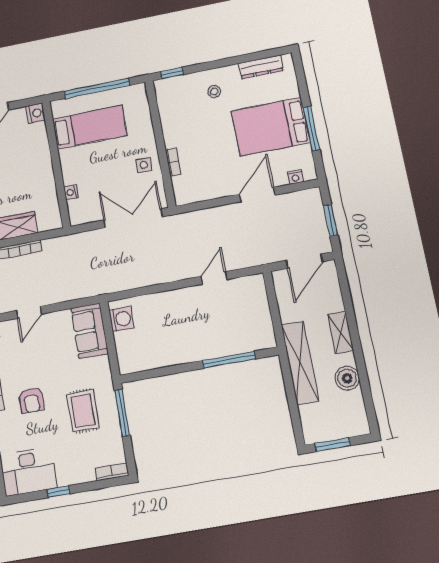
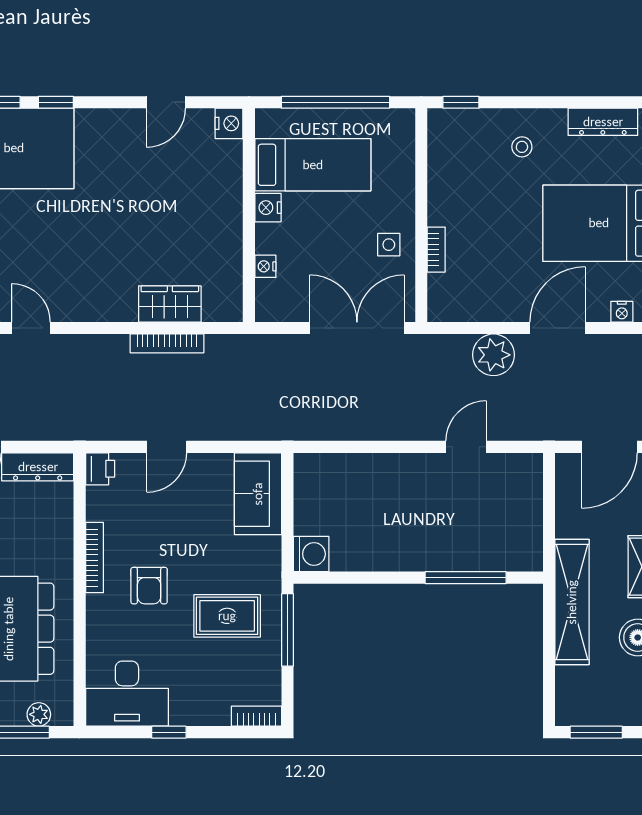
nightstand: (67, 157) -> (268, 208), added
plant: (220, 218) -> (494, 355), added
washing machine: (121, 319) -> (311, 554), moved
rug: (83, 411) -> (227, 616), turned 90

